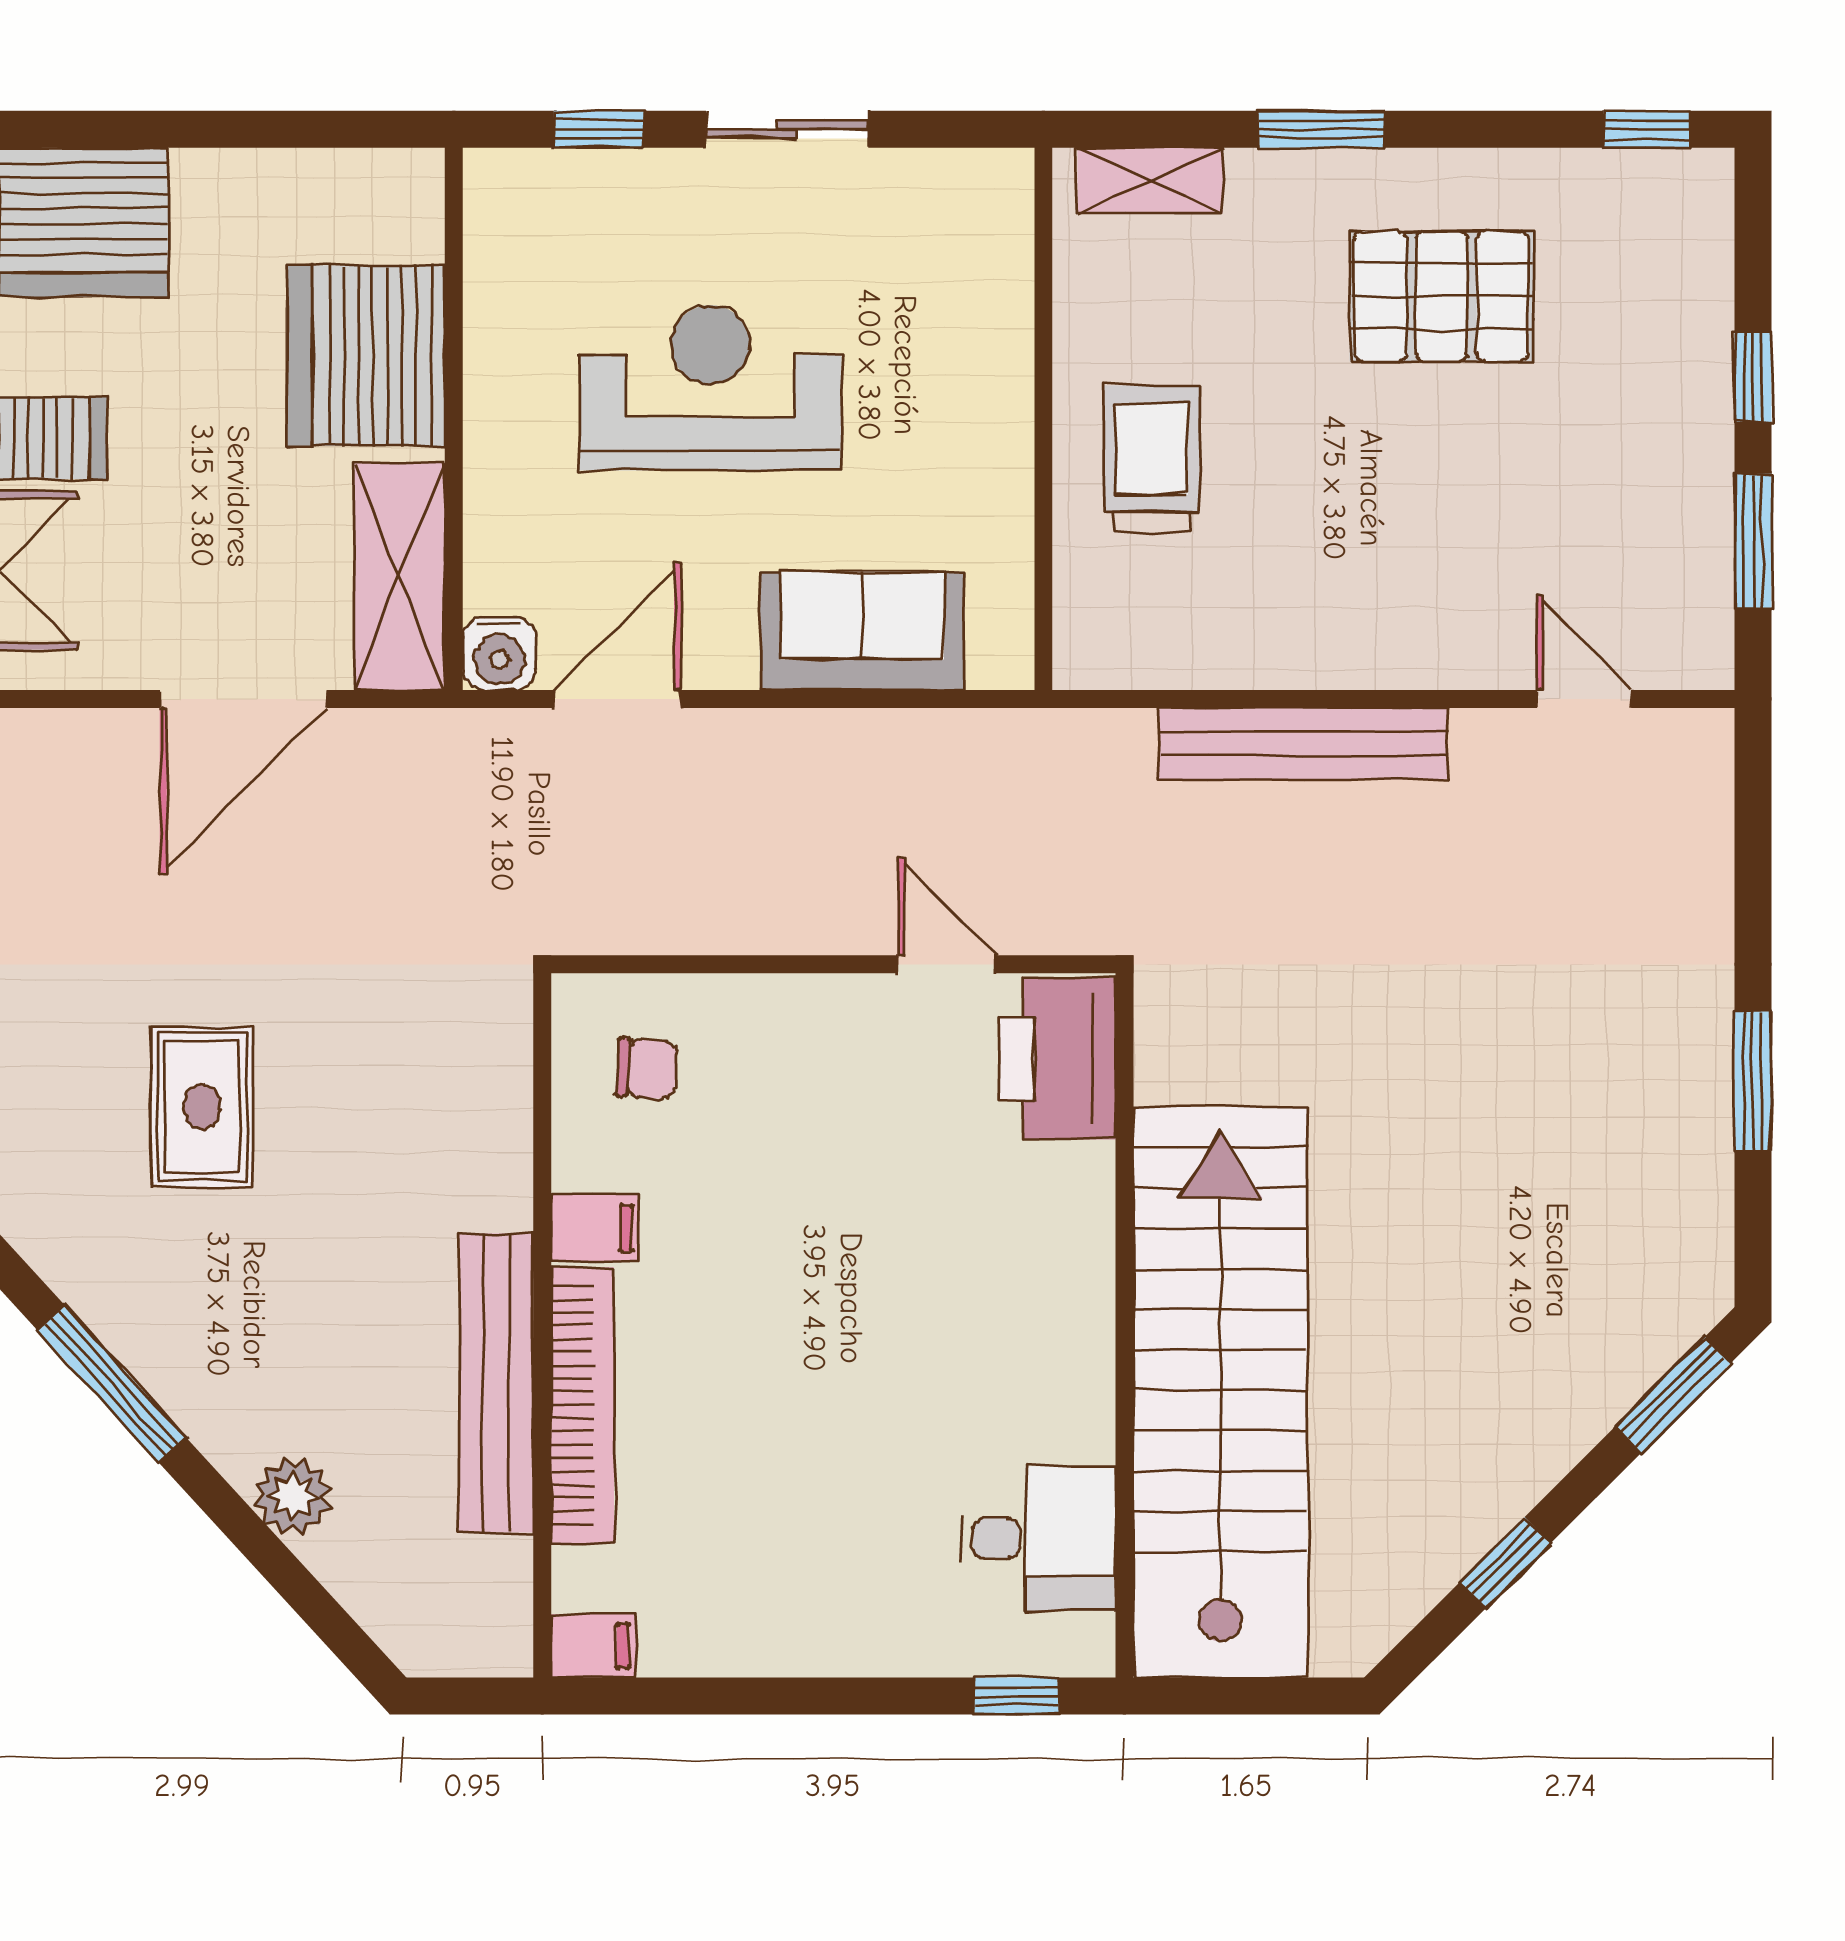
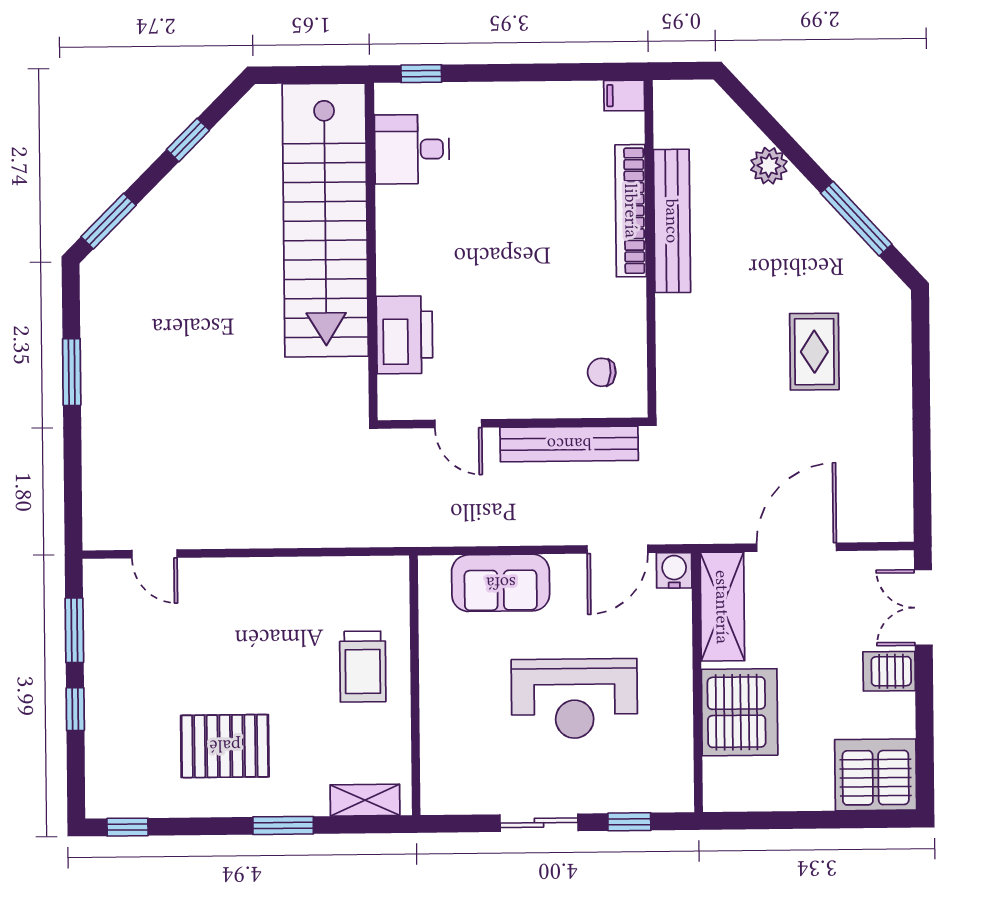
bench: (1303, 744) -> (569, 444), moved
printer: (1057, 1059) -> (404, 335), moved
filing cabinet: (595, 1228) -> (625, 296), removed

